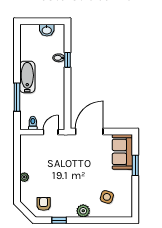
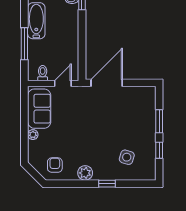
sofa: (122, 152) -> (39, 109), moved, turned 180
window: (135, 191) -> (159, 150), added
plant: (83, 211) -> (85, 173), moved
window: (59, 220) -> (107, 184), moved

